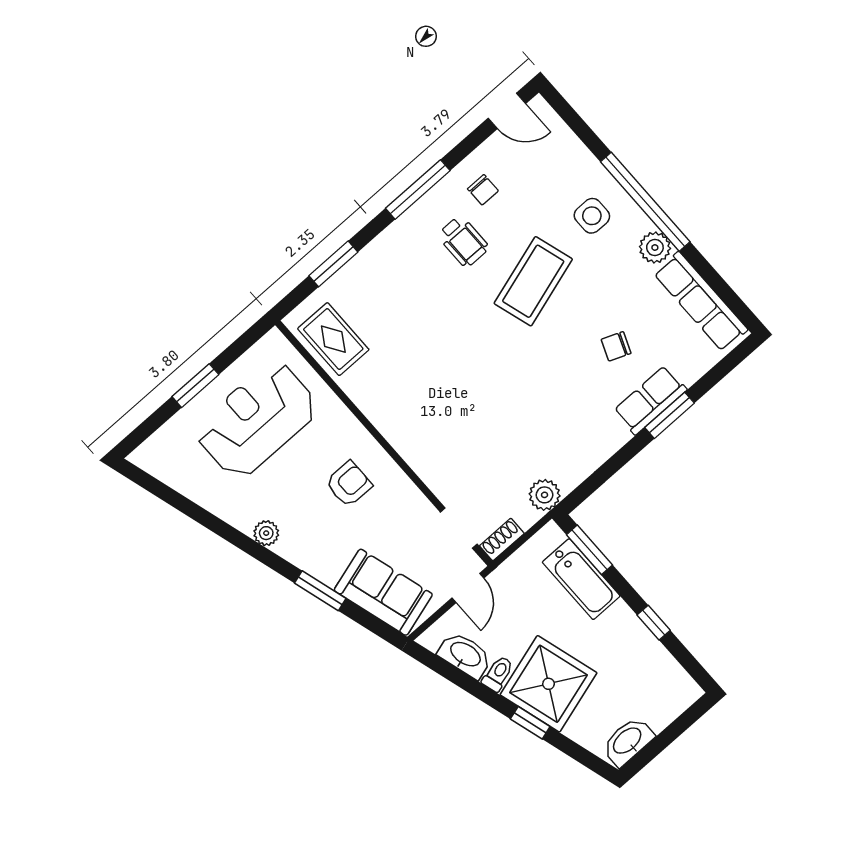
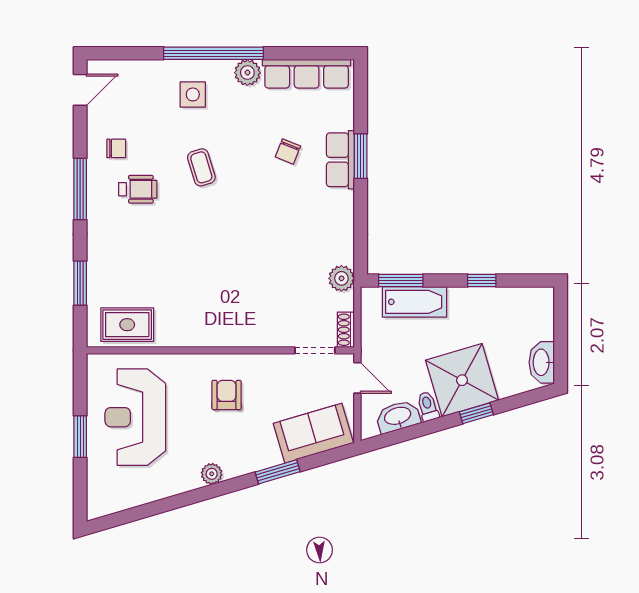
coffee table: (533, 281) -> (201, 167), width x0.54, depth x0.58

